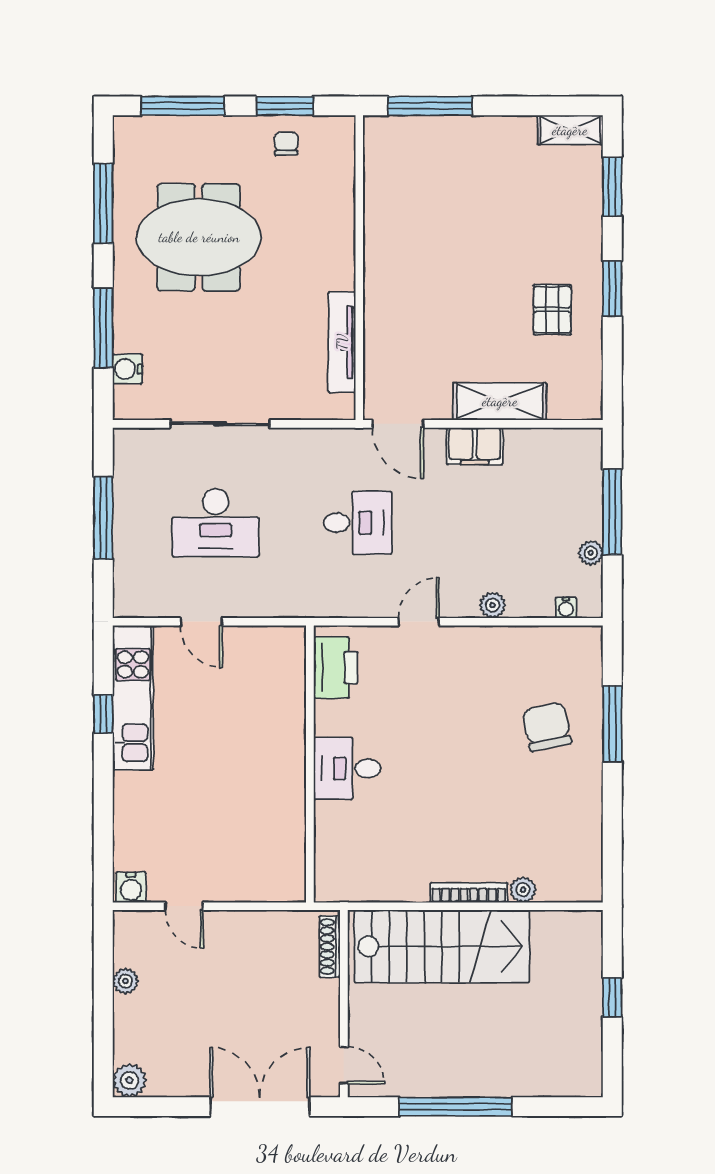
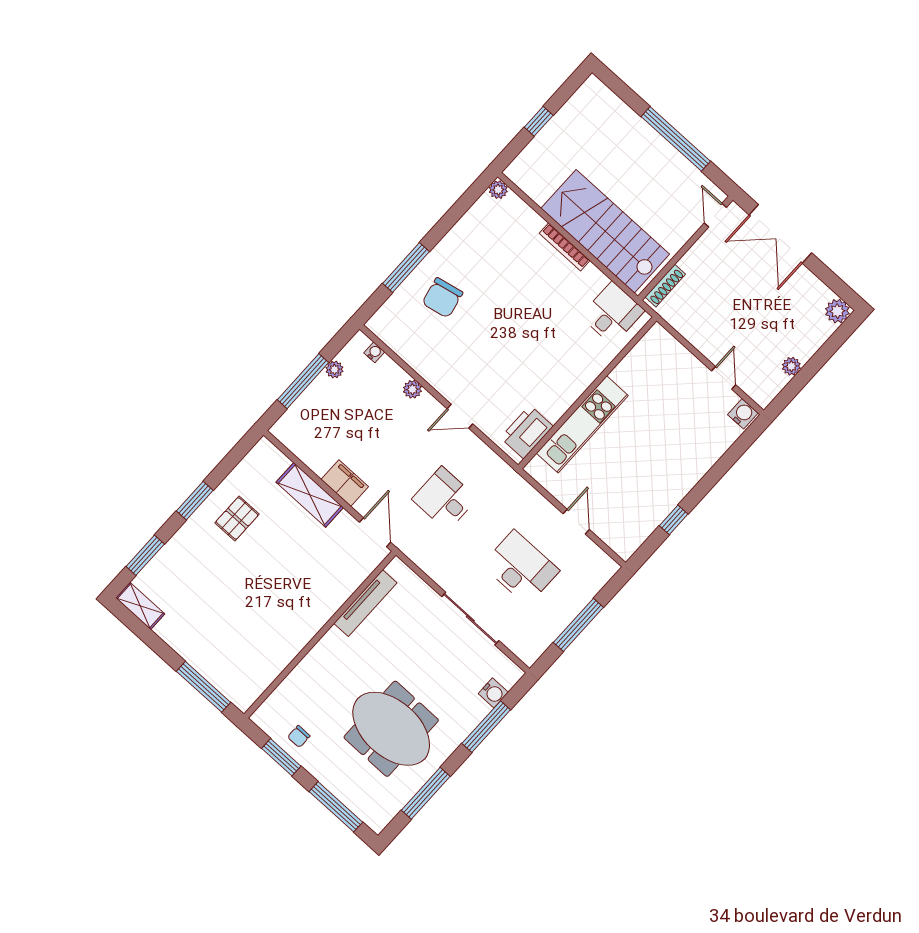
kitchen unit: (133, 698) -> (582, 424), moved, turned 180
desk: (347, 768) -> (612, 313), moved, turned -90
plant: (523, 890) -> (498, 190), moved

